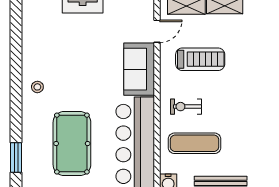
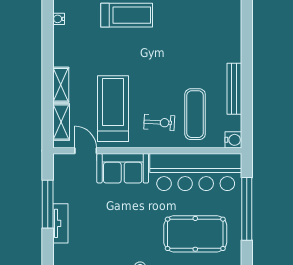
treadmill: (200, 59) -> (113, 109), width x1.37, depth x1.38
exercise bike: (186, 107) -> (159, 122), turned -87

